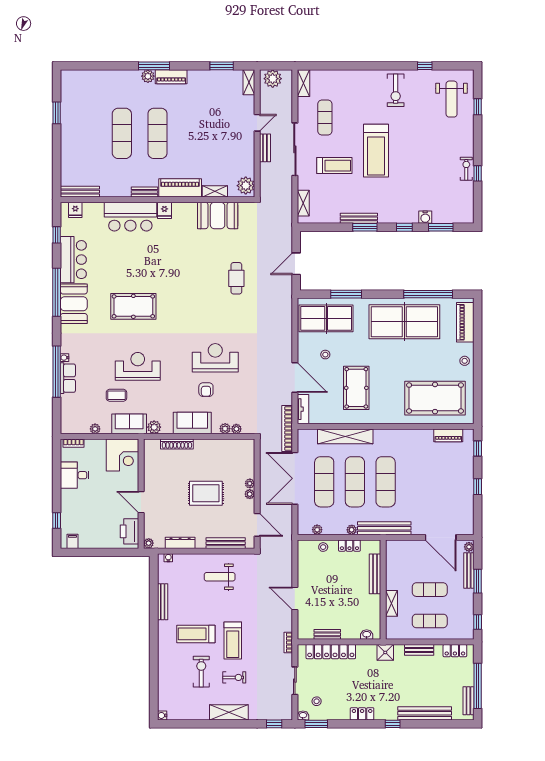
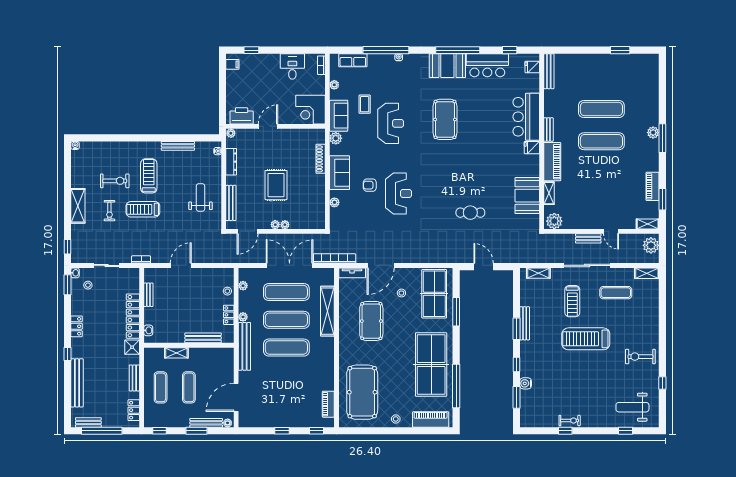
piano: (171, 77) -> (653, 186), moved
row of seats: (68, 378) -> (353, 60), moved
pool table: (356, 388) -> (371, 321), turned 90
plant: (236, 429) -> (334, 213), removed
locker: (331, 652) -> (133, 316), moved

